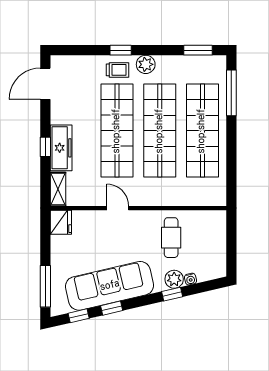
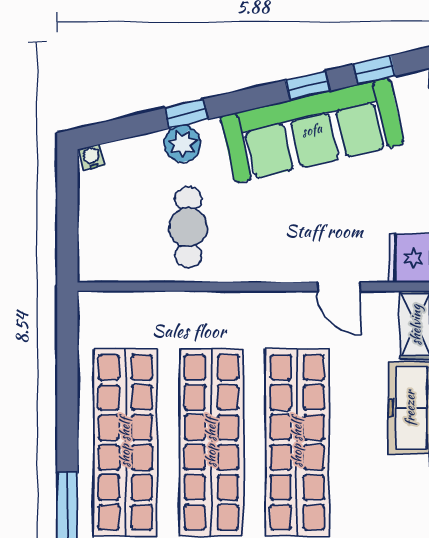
door: (118, 208) -> (339, 287), moved
water cooler: (190, 279) -> (92, 157), moved

